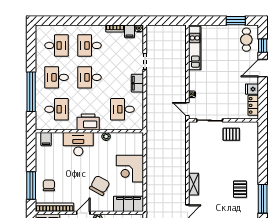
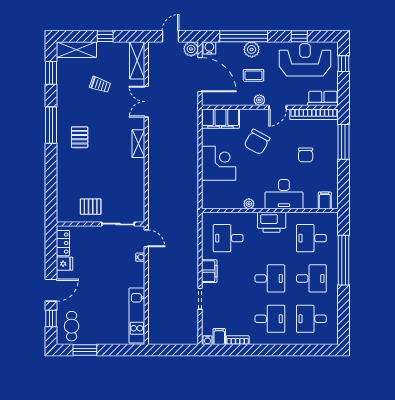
desk: (122, 109) -> (228, 238), turned 180
chair: (49, 185) -> (306, 155), moved

